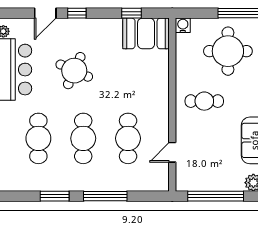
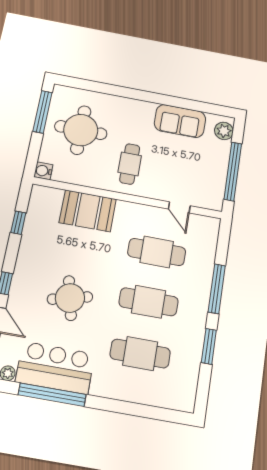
booth: (146, 33) -> (88, 211), moved, turned 90
round table: (74, 71) -> (70, 298), turned -38

